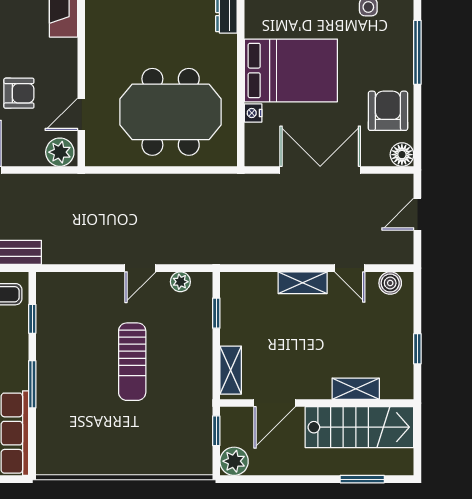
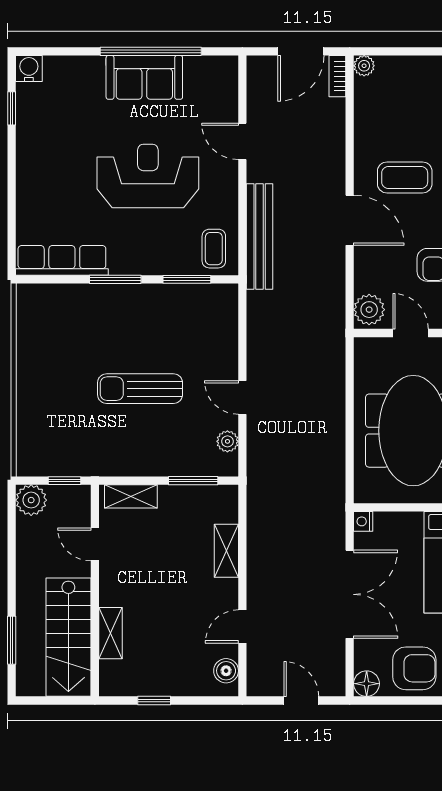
nightstand: (253, 113) -> (363, 521), moved, turned -90
shelving: (303, 283) -> (226, 551), moved
window: (216, 313) -> (193, 481), width x1.50
window: (32, 319) -> (187, 279), width x1.50
door: (275, 403) -> (95, 544), width x0.73

